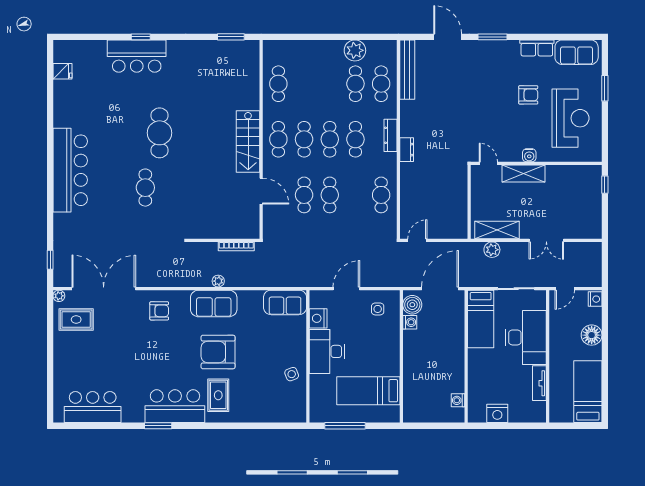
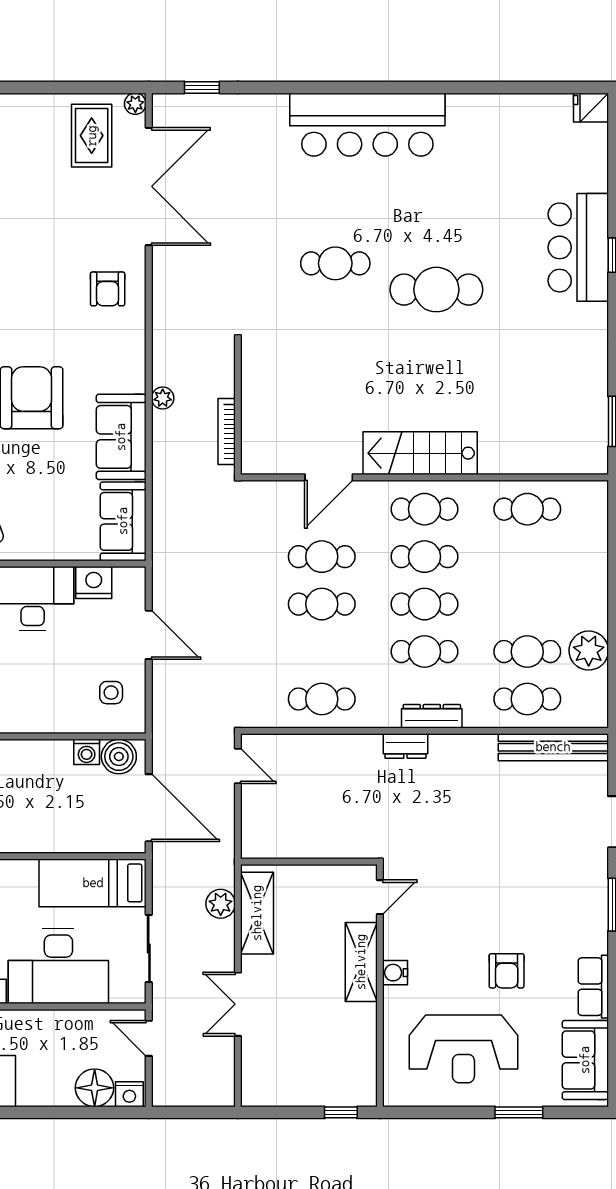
fridge: (63, 71) -> (591, 108), moved, turned 90
sofa: (214, 303) -> (121, 437), moved
floor lamp: (592, 335) -> (95, 1088), moved

